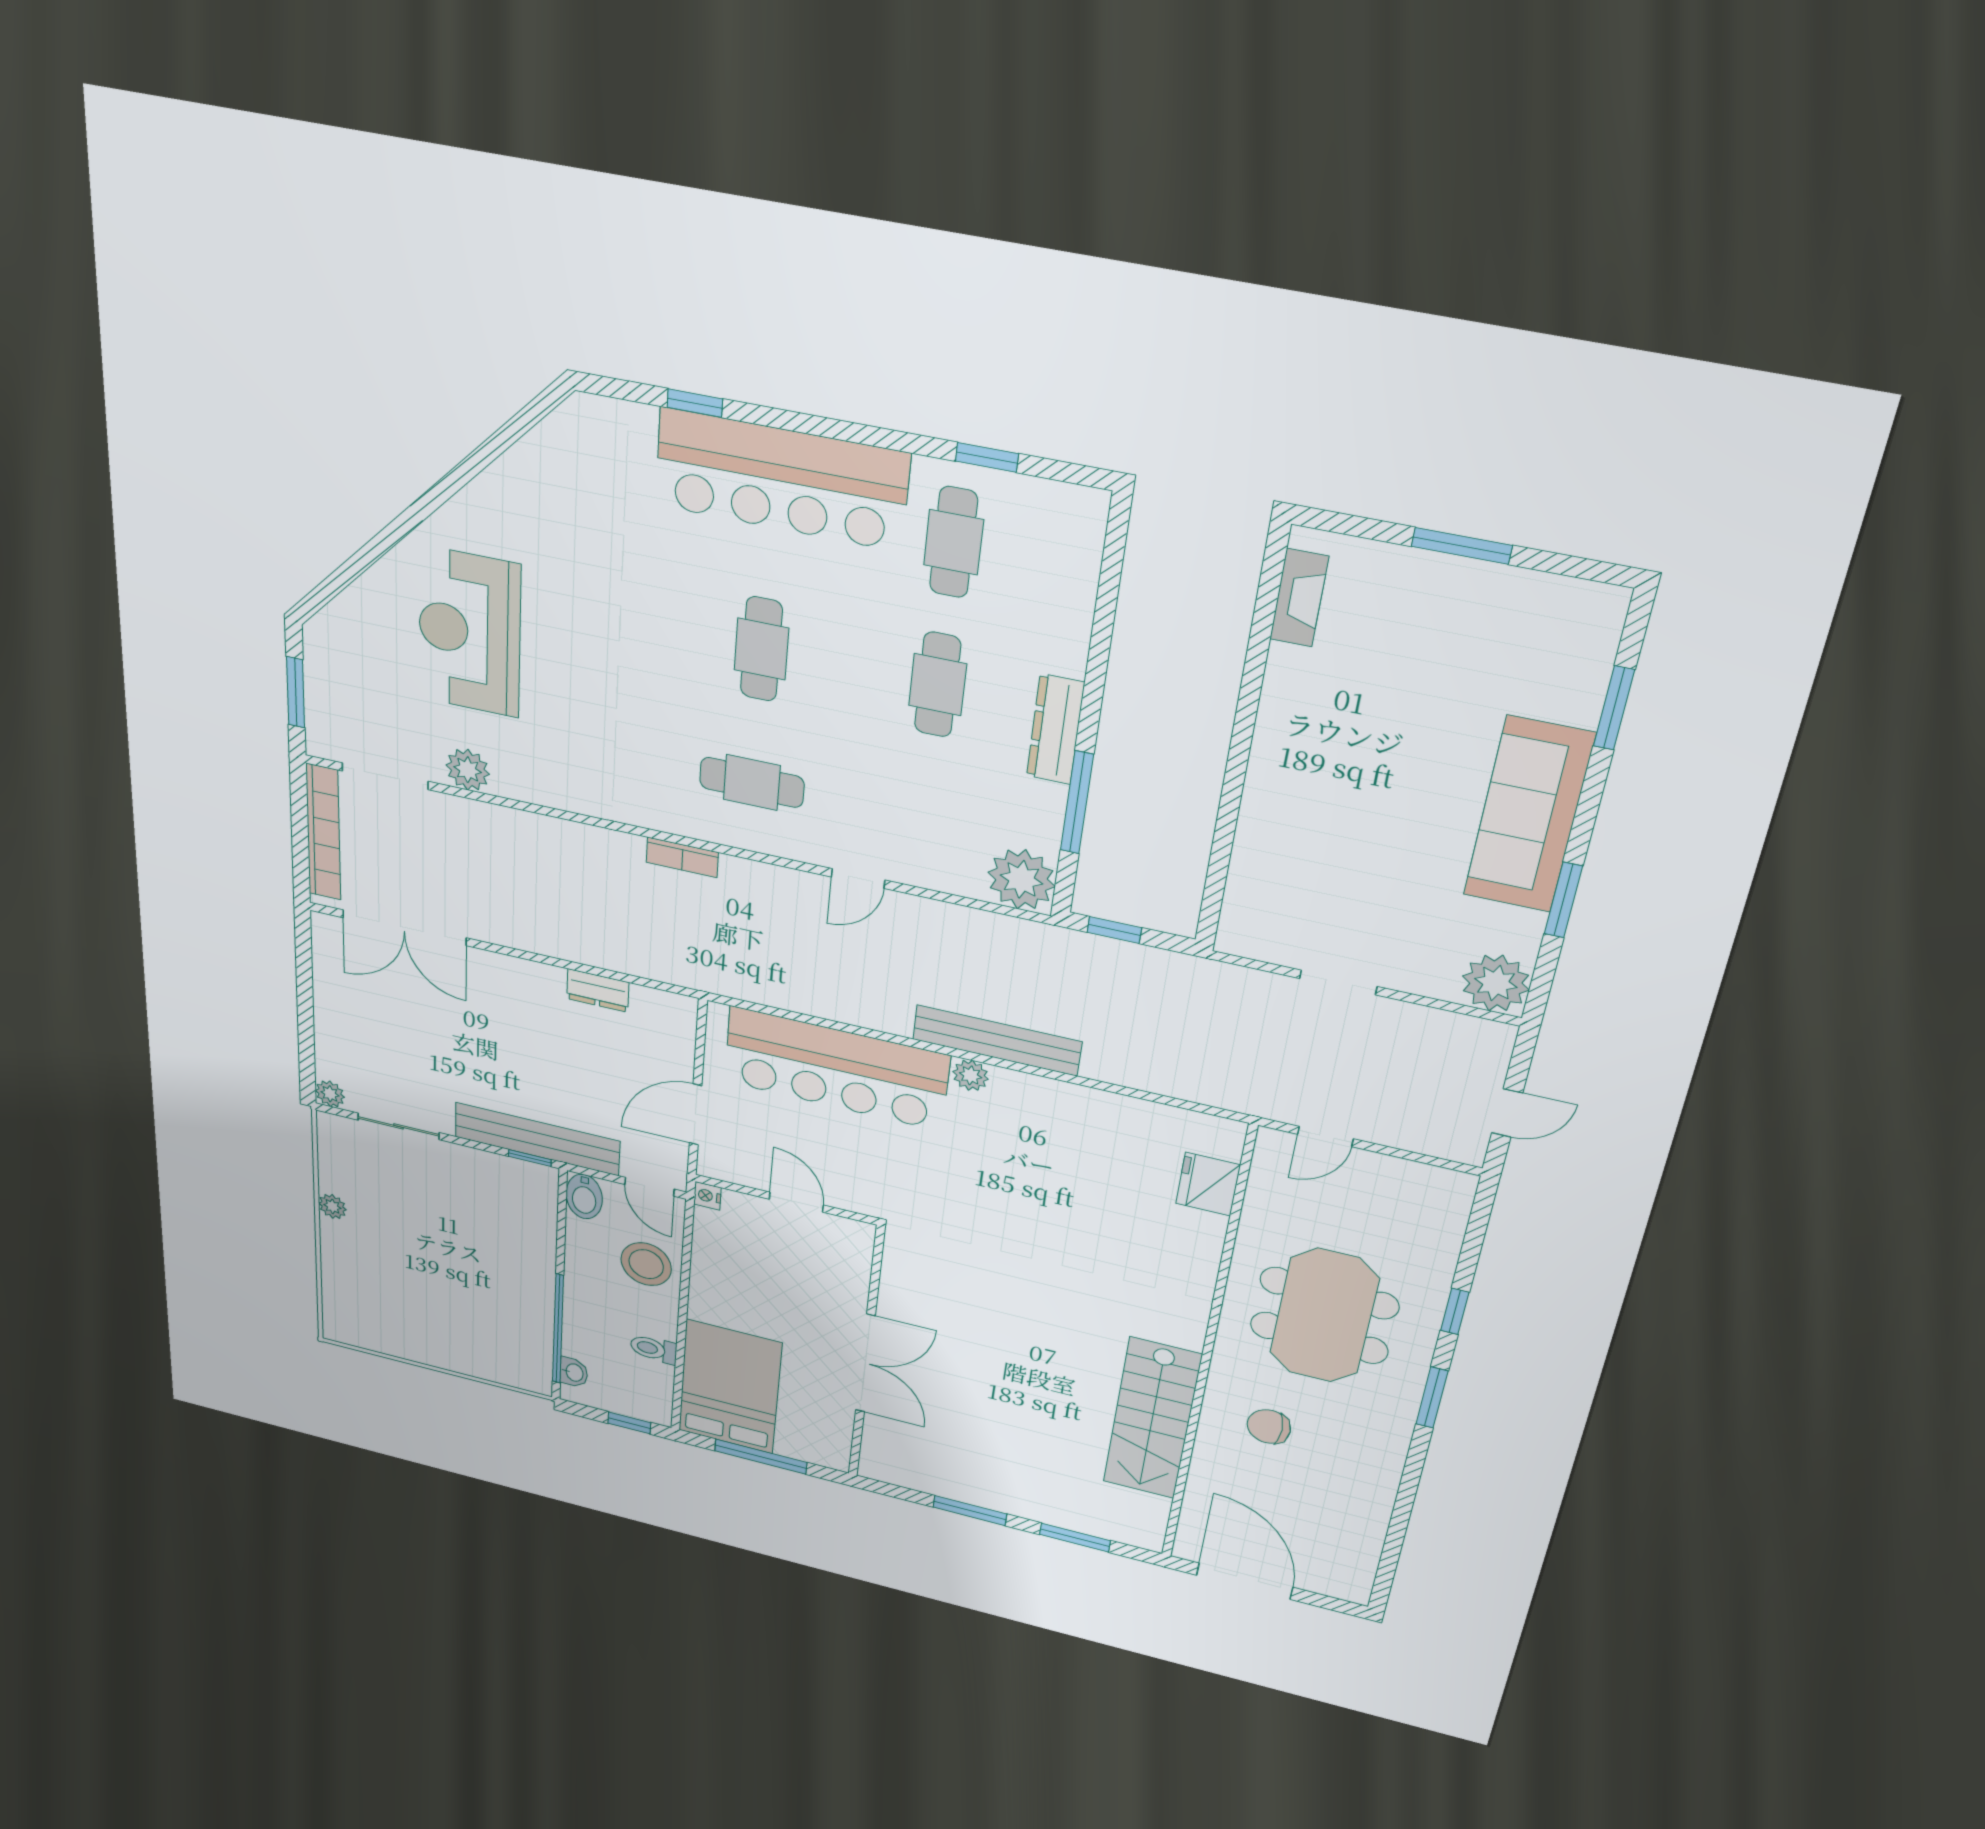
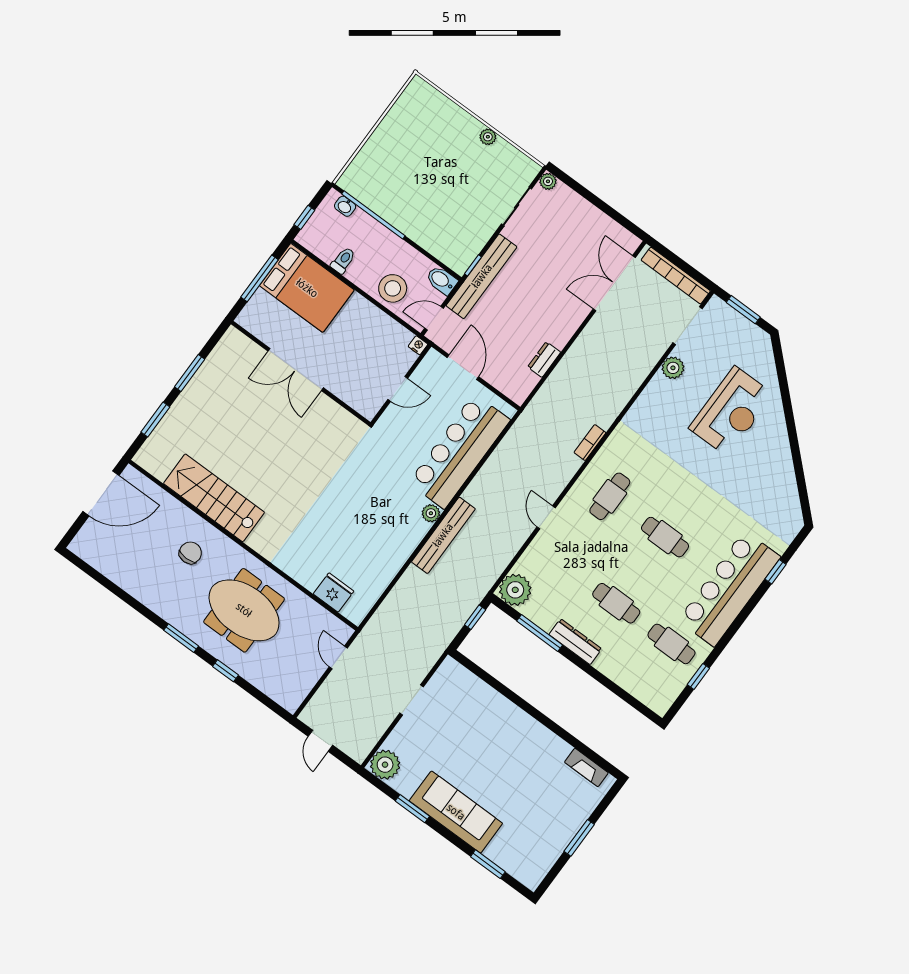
reception desk: (470, 632) -> (731, 411), turned 90

